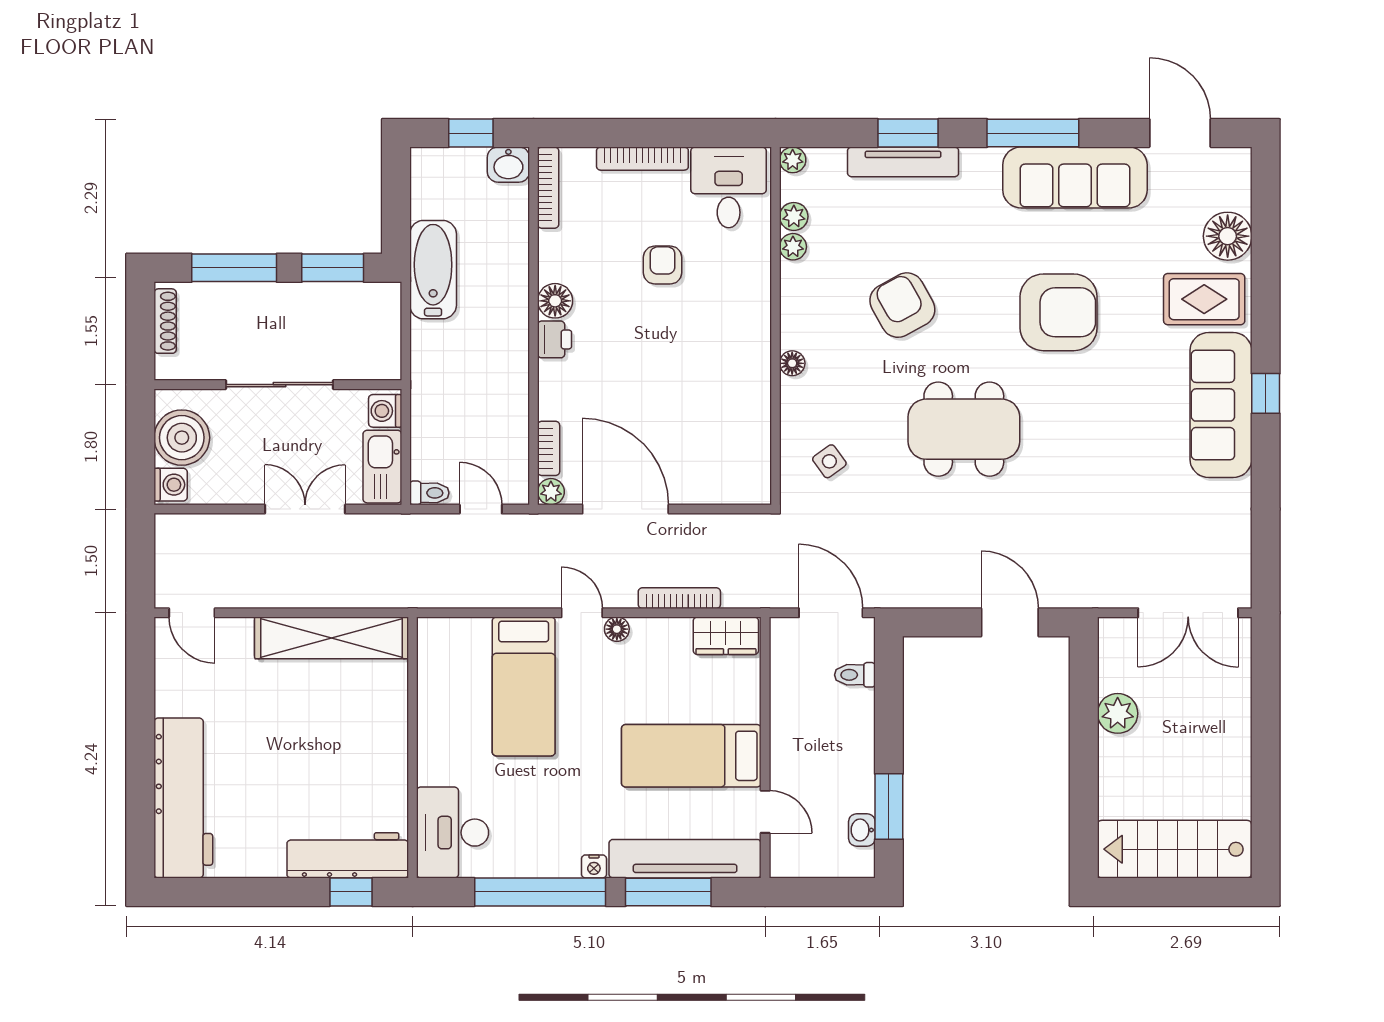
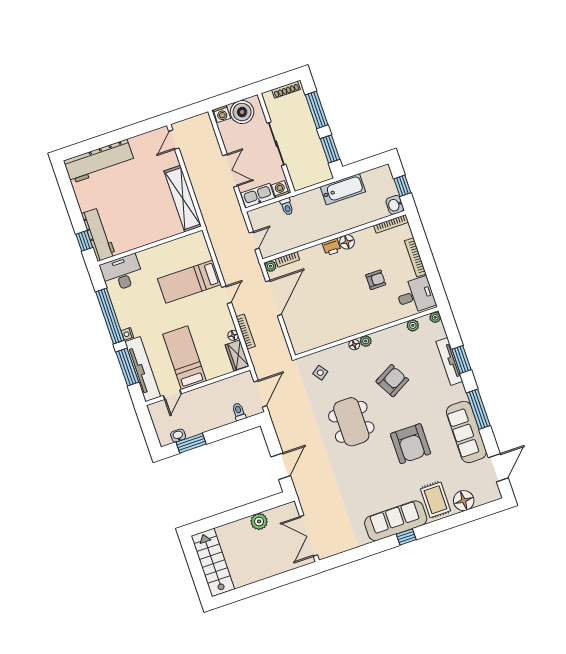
plant: (793, 247) -> (366, 341), moved
toilet: (429, 493) -> (287, 207), moved
floor lamp: (617, 629) -> (233, 335), moved

